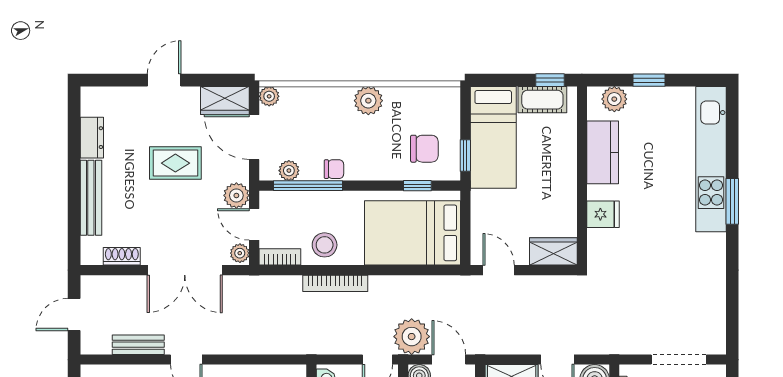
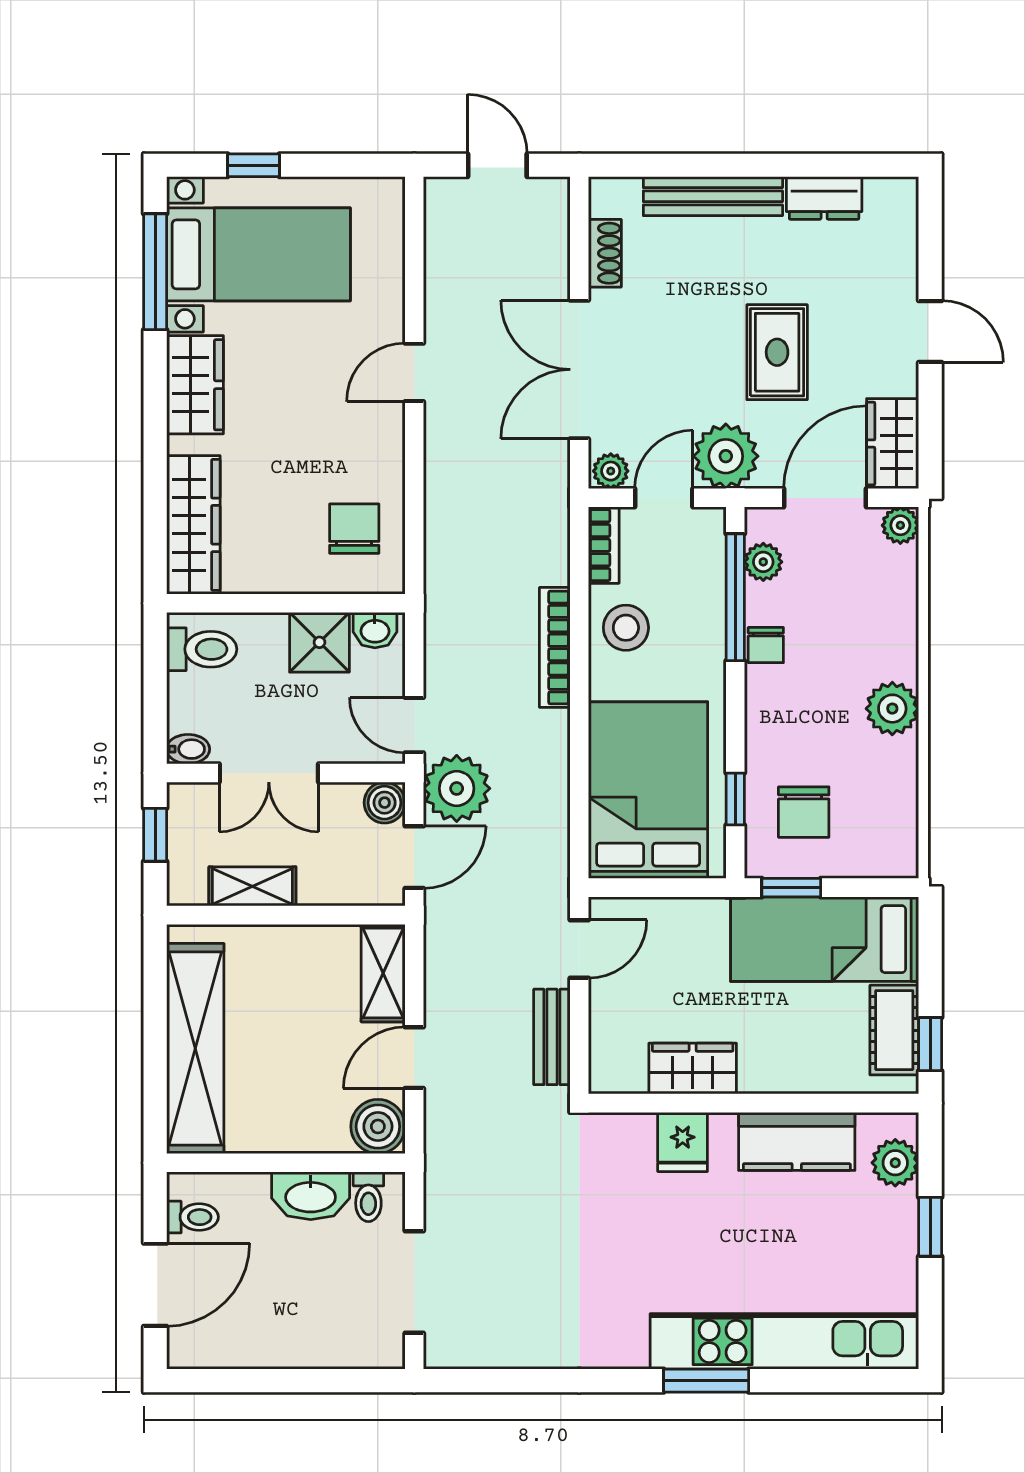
plant: (236, 195) -> (726, 456), width x1.36, depth x1.36
wardrobe: (553, 251) -> (693, 1069), moved, turned -90
bench: (138, 345) -> (552, 1037), moved

